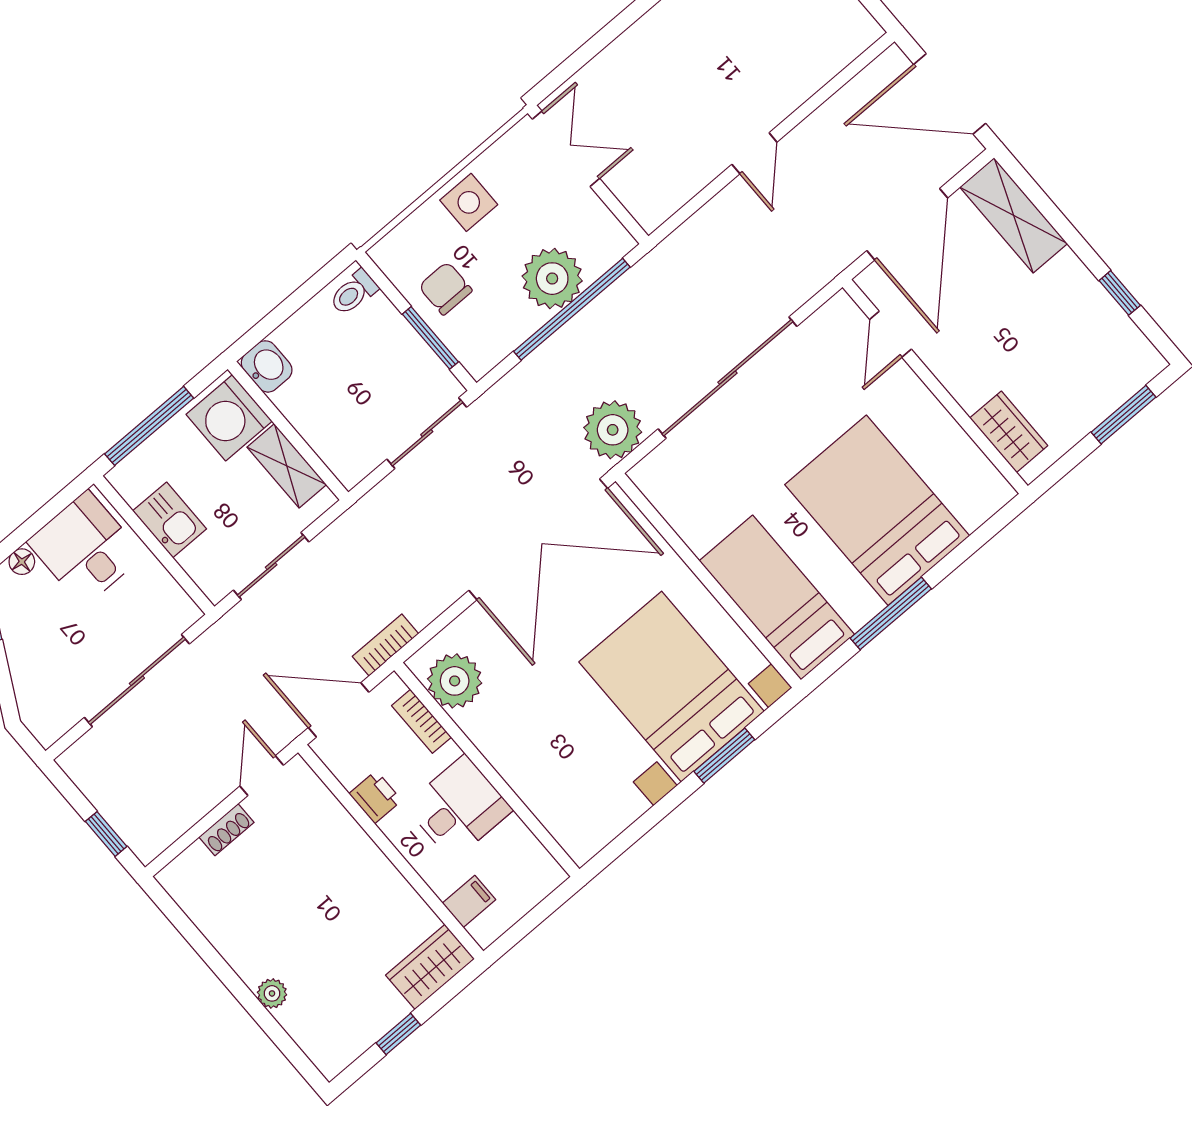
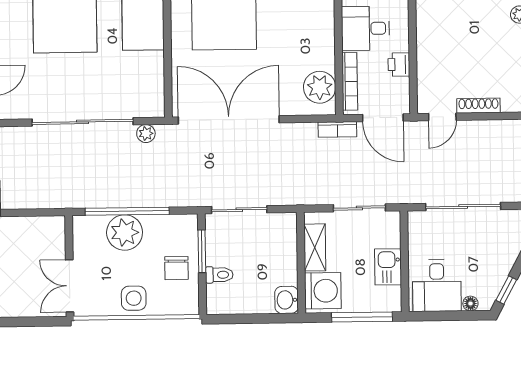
toilet: (354, 292) -> (219, 275), moved
plant: (613, 430) -> (146, 134), width x0.53, depth x0.53
bookcase: (421, 721) -> (350, 81), width x1.56
shoe rack: (226, 830) -> (478, 106), width x1.43

